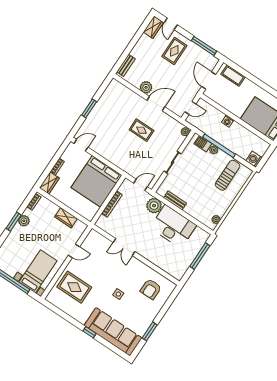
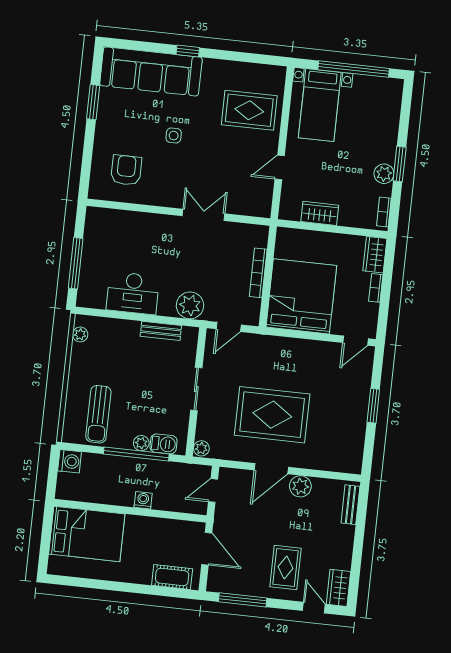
rug: (142, 130) -> (272, 415), width x1.86, depth x2.06
desk: (173, 226) -> (133, 293), width x0.73, depth x0.77

